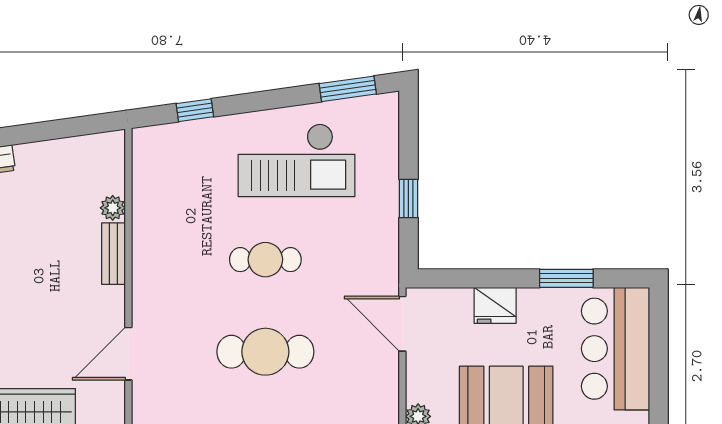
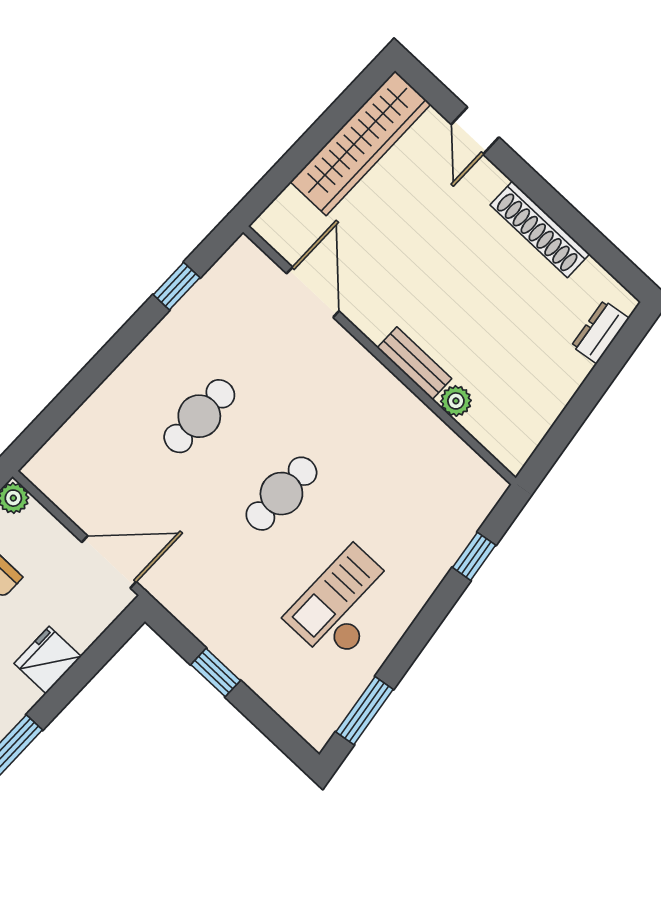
checkout: (297, 160) -> (344, 605), width x0.73, depth x0.83
cafe table: (265, 352) -> (199, 416), width x0.73, depth x0.74

